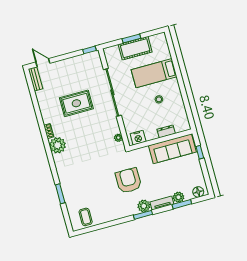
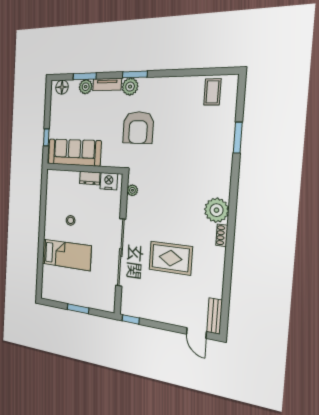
cot: (135, 48) -> (78, 295), removed
dresser: (166, 131) -> (90, 178), moved

